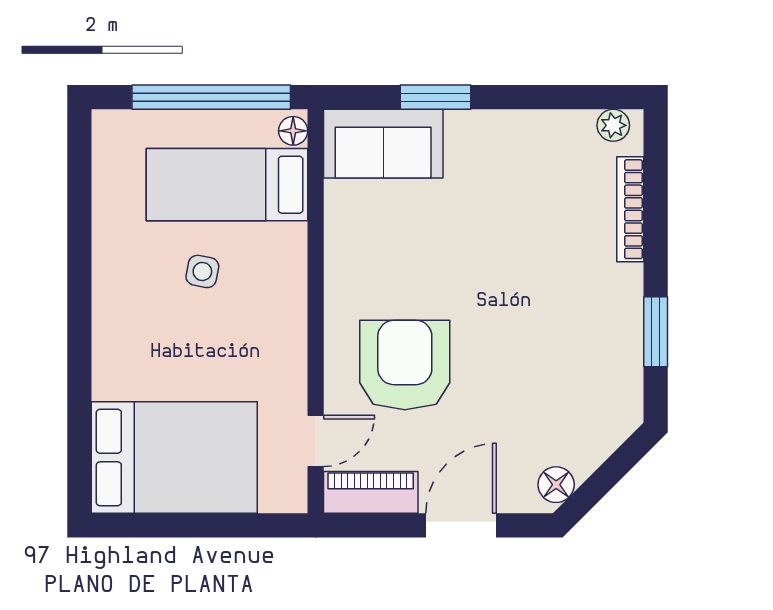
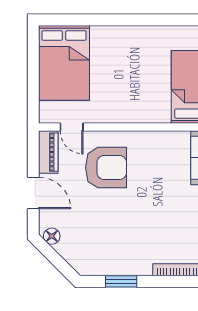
side table: (202, 271) -> (148, 76), removed

